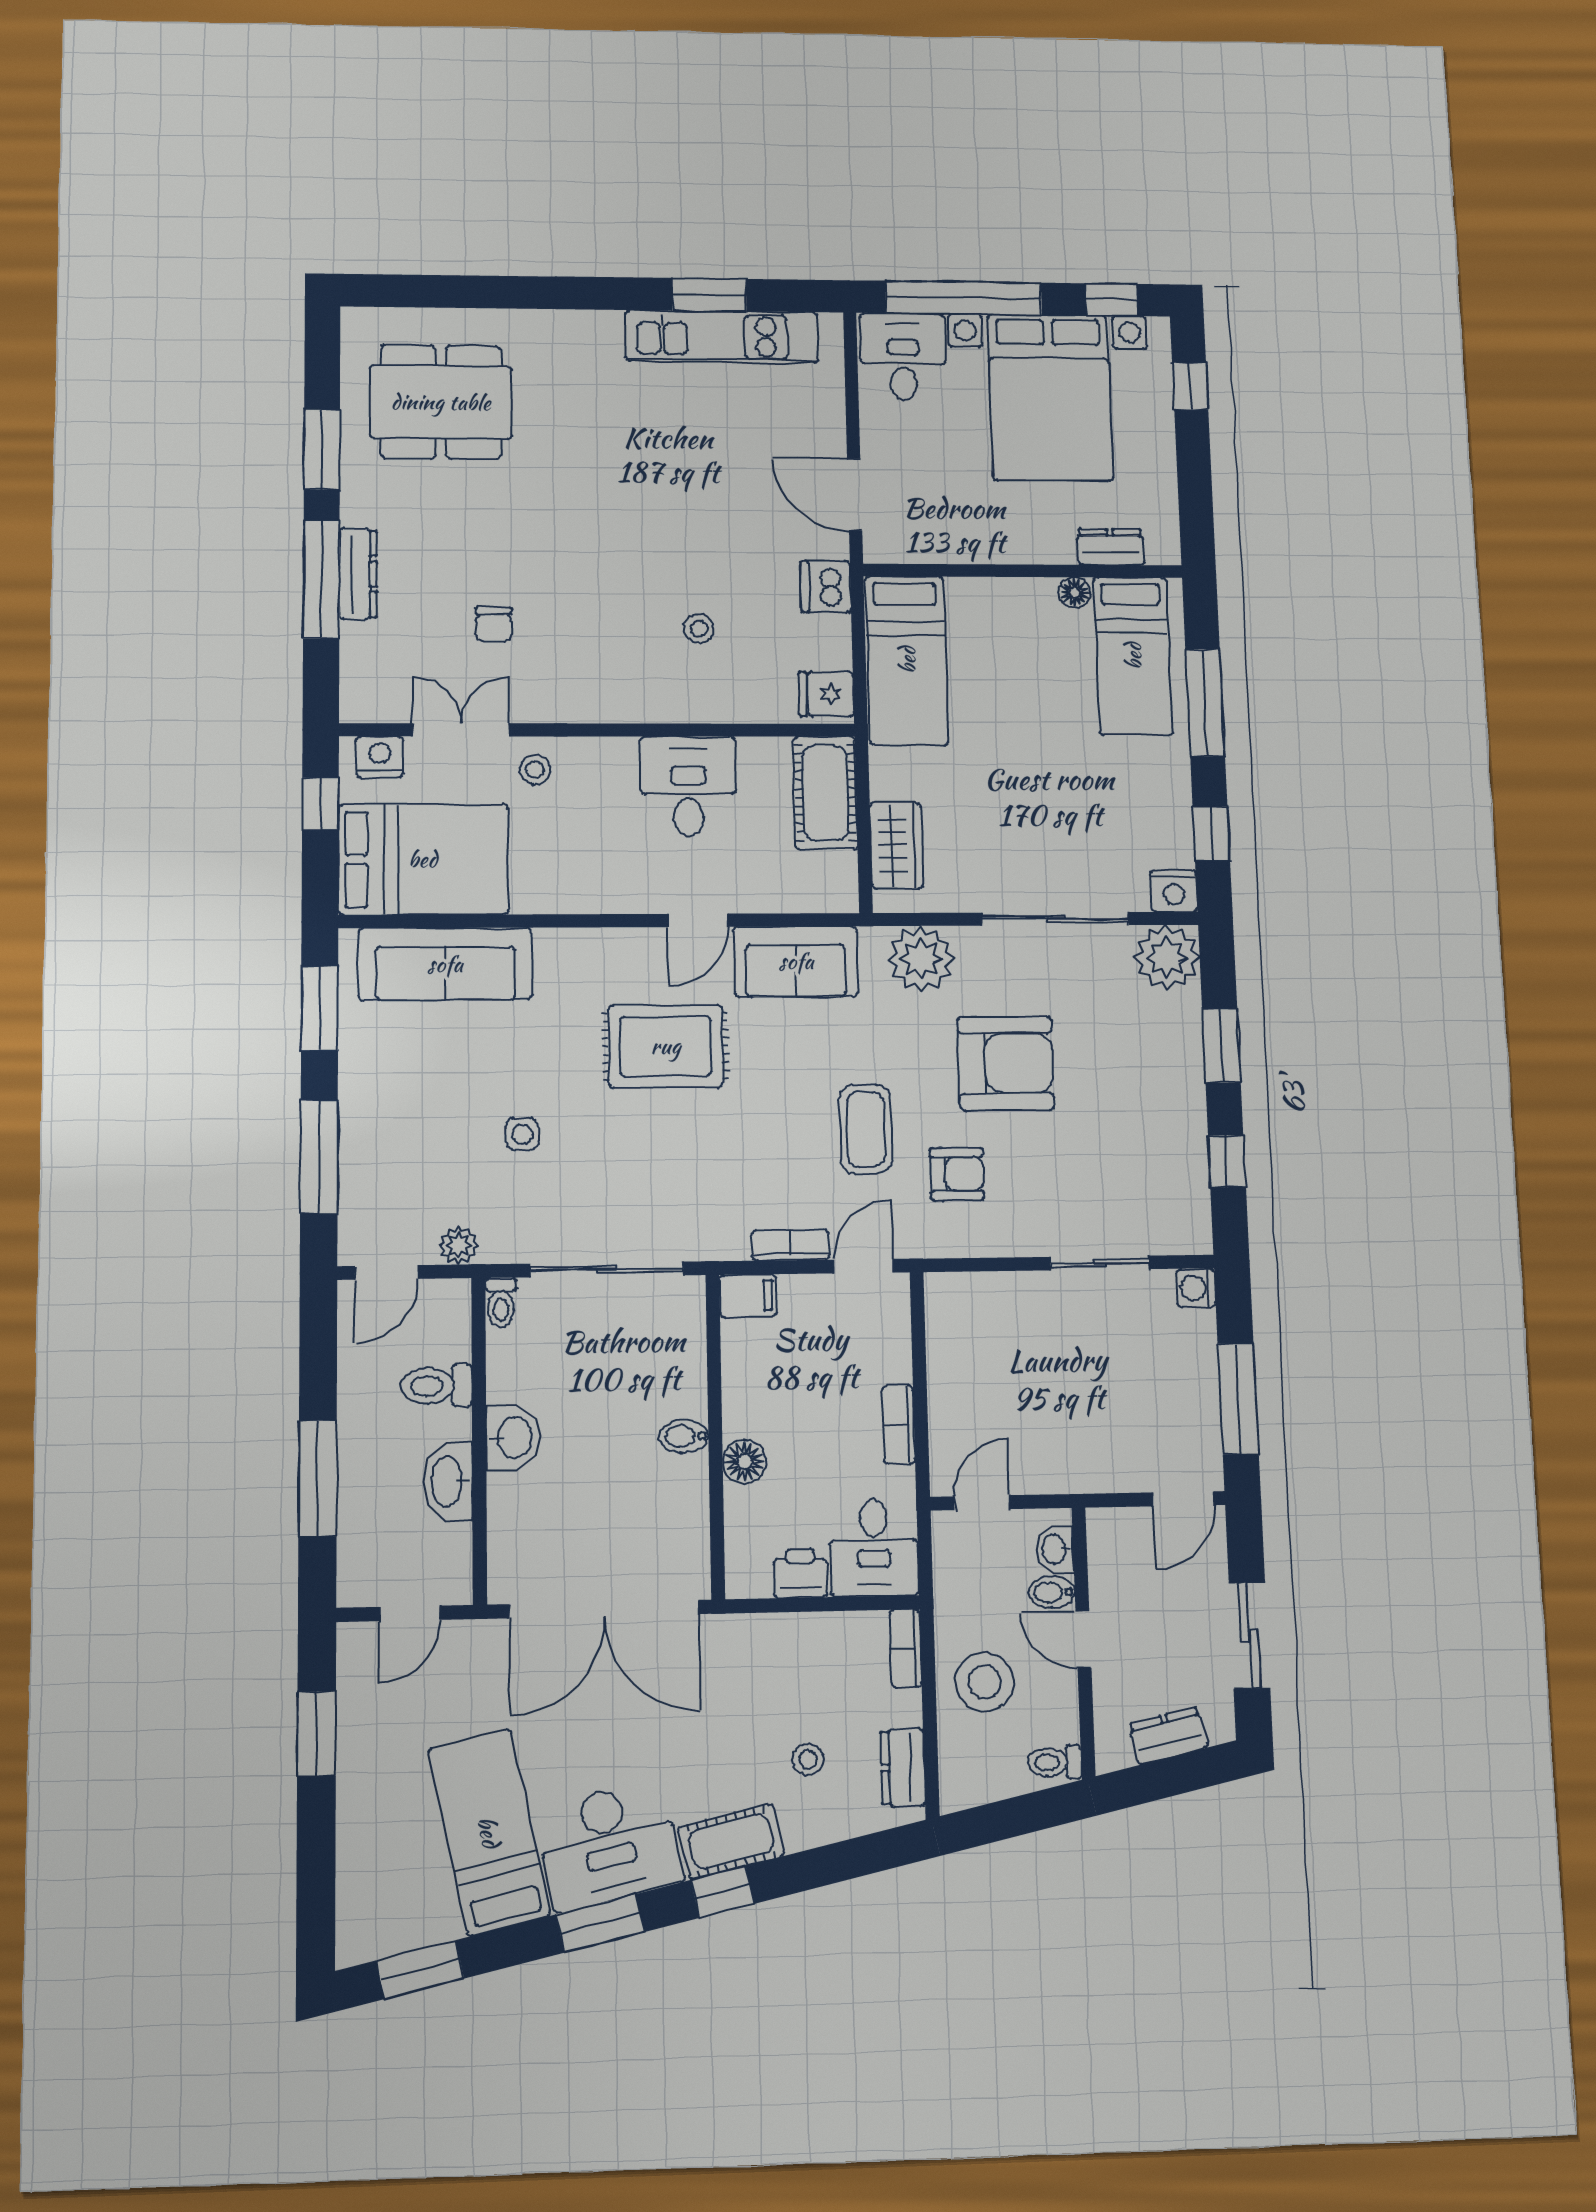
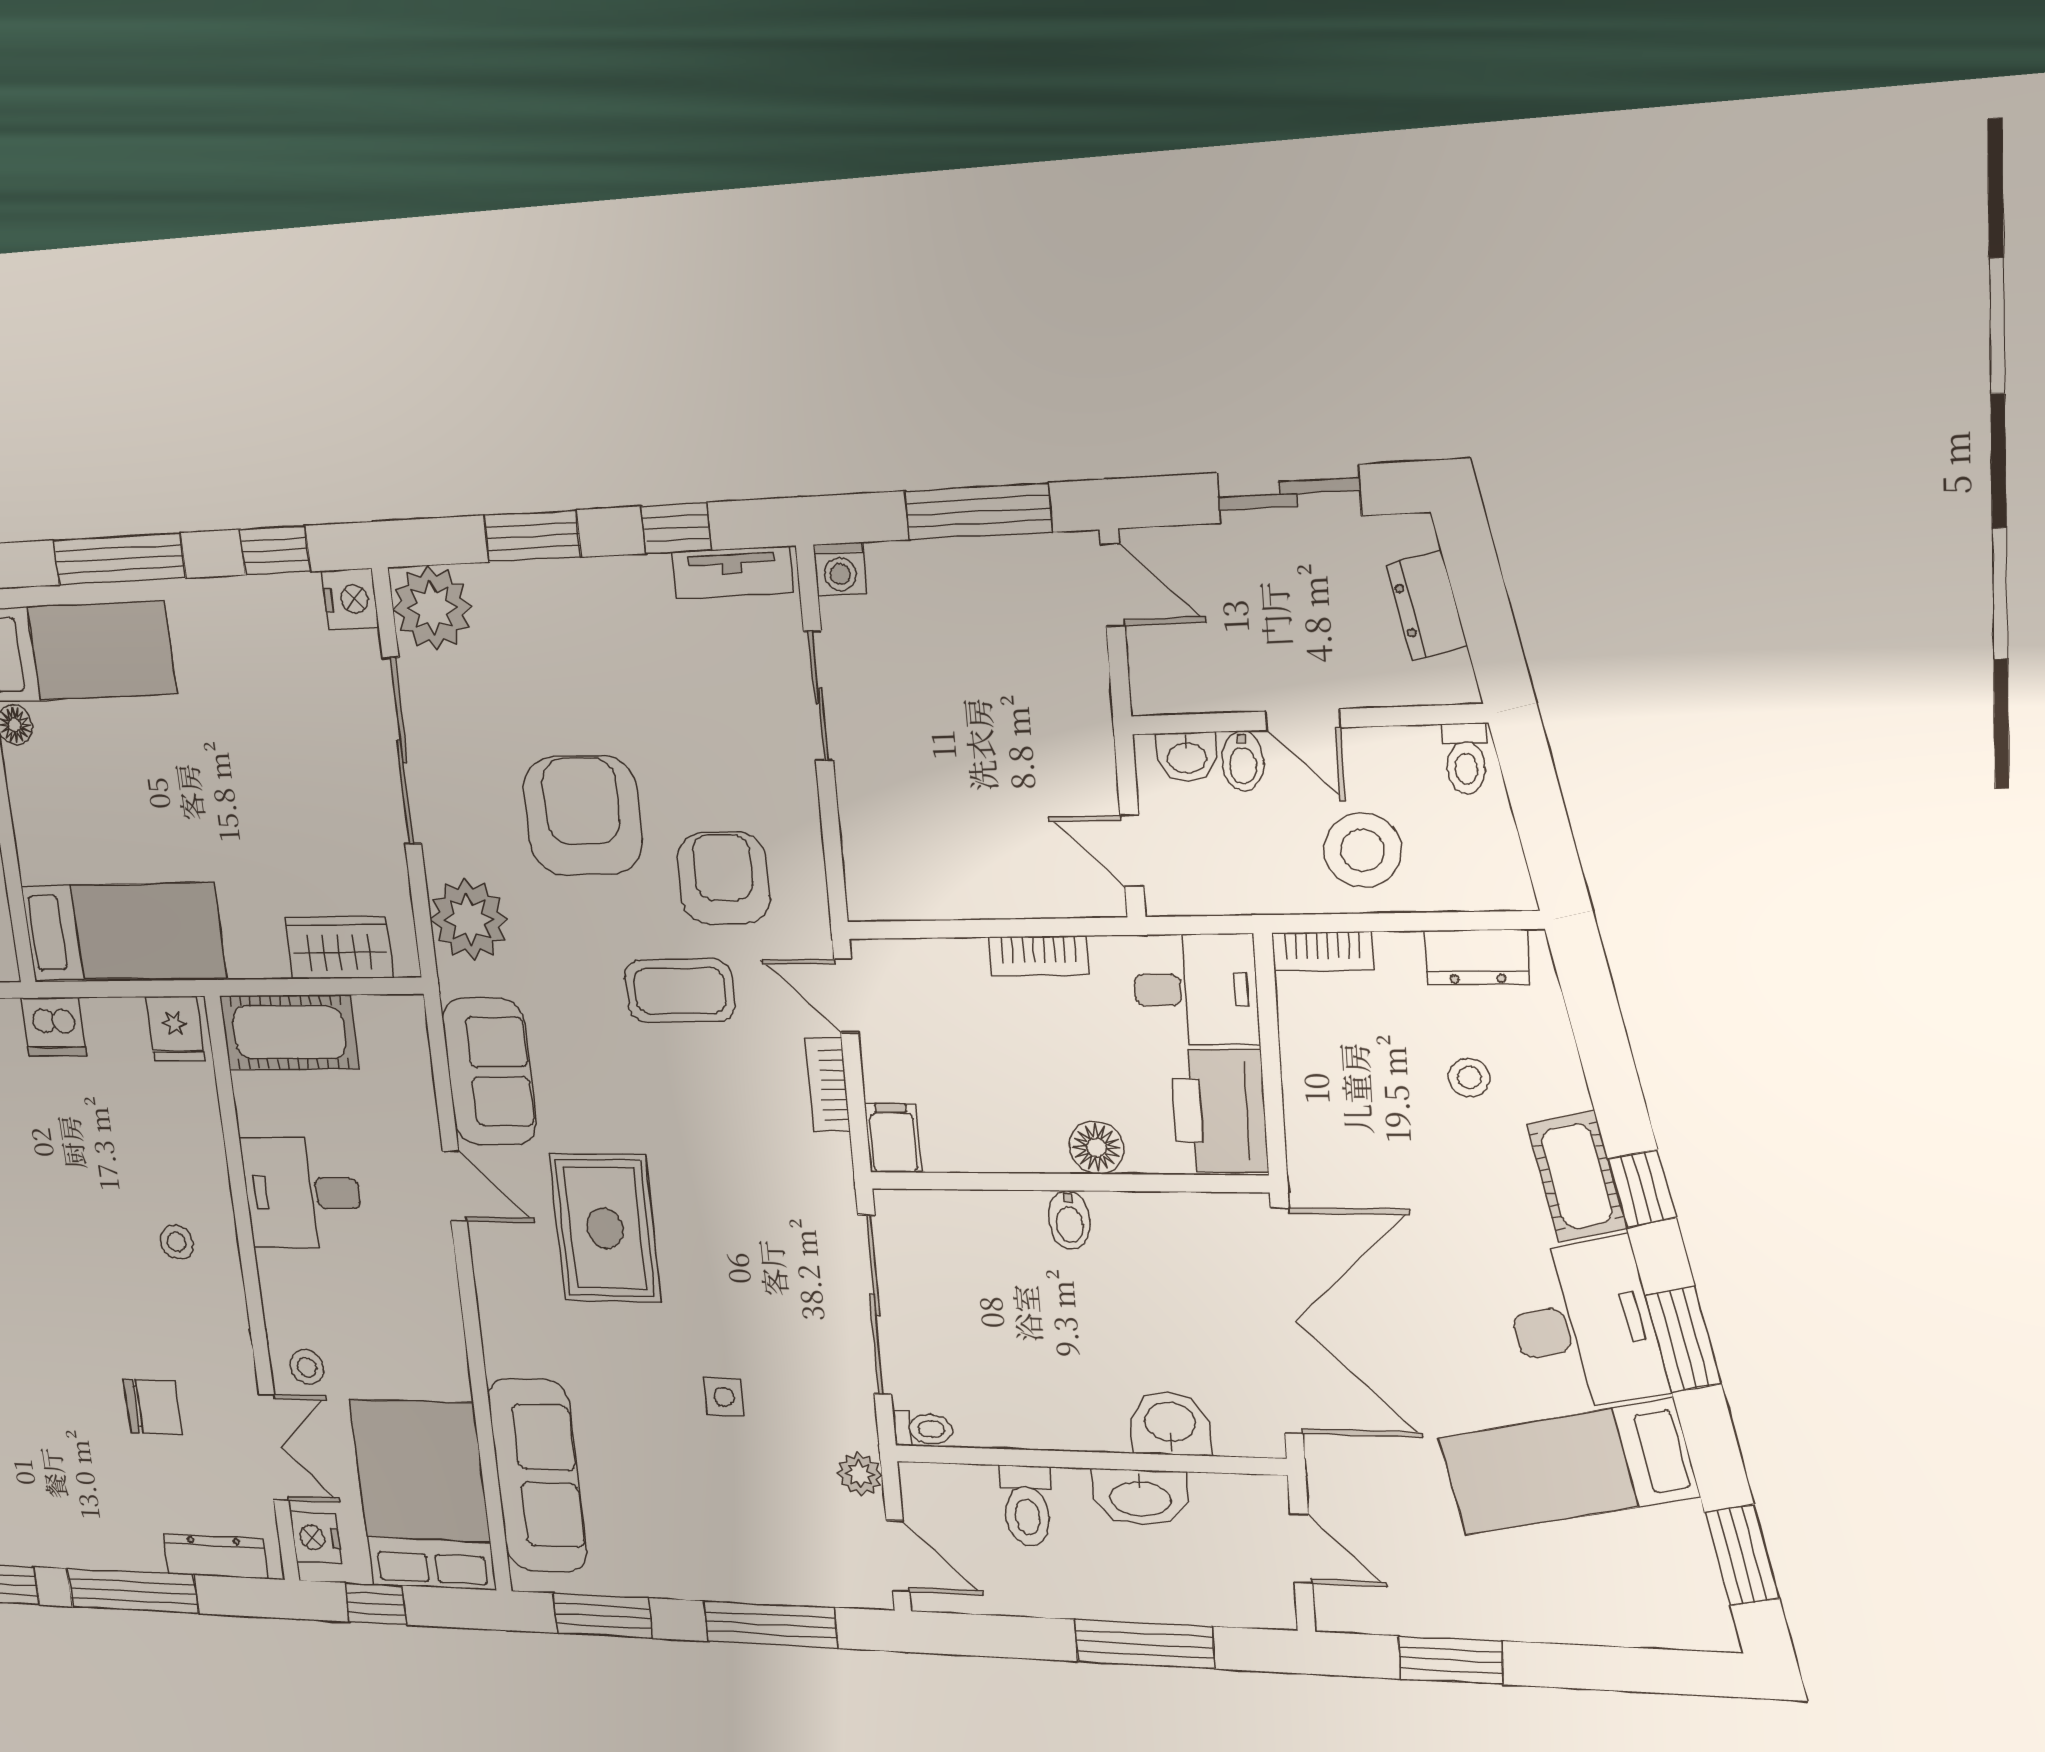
dresser: (358, 574) -> (216, 1556), moved
chair: (494, 625) -> (153, 1407), width x1.37, depth x1.37
stool: (699, 629) -> (177, 1242), moved
double door: (461, 730) -> (274, 1447), swing flipped
armchair: (957, 1174) -> (724, 878), width x1.38, depth x1.38
tv unit: (1193, 1203) -> (732, 573), added
washbasin: (513, 1438) -> (1170, 1424), moved
printer: (800, 1573) -> (1219, 1111), width x1.87, depth x1.48
door: (1083, 1640) -> (1303, 719), hinge flipped

